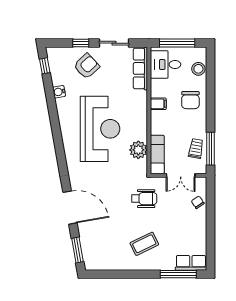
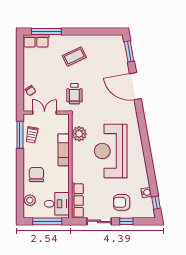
armchair: (87, 66) -> (122, 202), turned 43
water cooler: (59, 92) -> (146, 192), moved
filing cabinet: (158, 104) -> (63, 171), removed
exam couch: (157, 154) -> (64, 150), moved
wheelchair: (144, 199) -> (74, 94), turned -90

